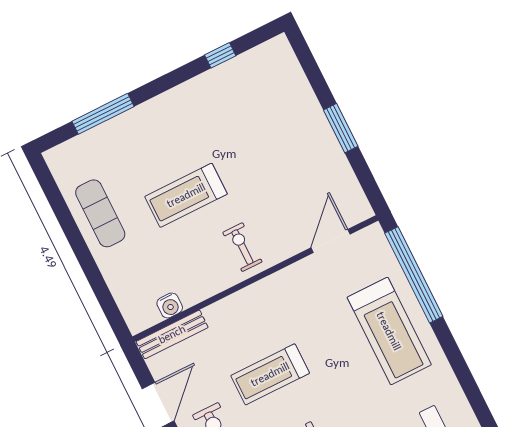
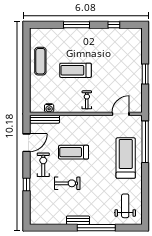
window: (103, 114) -> (77, 25), moved
treadmill: (389, 331) -> (126, 158), turned 180

